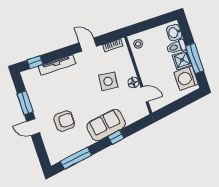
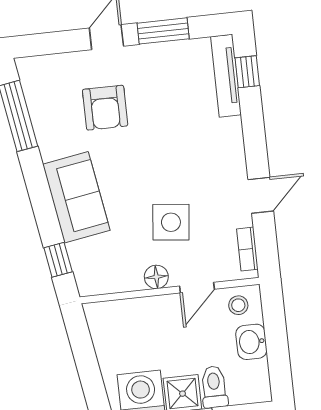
washbasin: (174, 32) -> (251, 342), moved, turned -90
tv unit: (57, 65) -> (226, 76), moved
door: (144, 94) -> (197, 288), moved
window: (116, 137) -> (58, 260), moved

